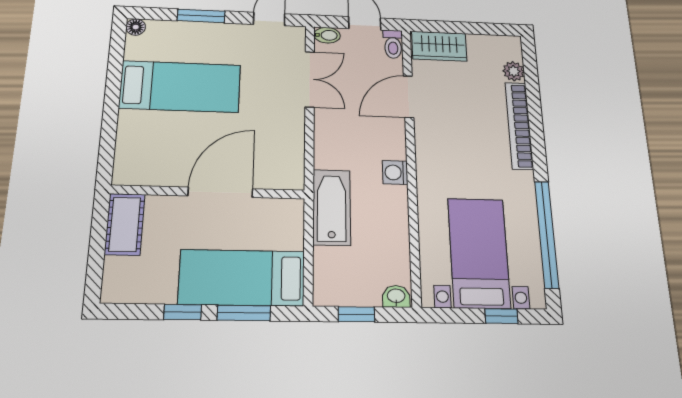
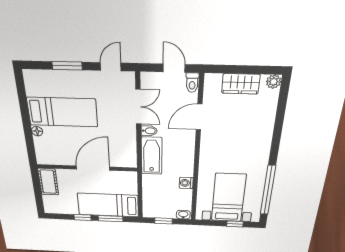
floor lamp: (136, 27) -> (37, 131), moved
bidet: (327, 35) -> (149, 131), moved
wardrobe: (439, 46) -> (241, 84), moved
plant: (514, 71) -> (274, 82), moved
bookcase: (519, 125) -> (266, 134), removed
washing machine: (395, 173) -> (186, 183), moved
bathtub: (332, 207) -> (152, 156), moved

